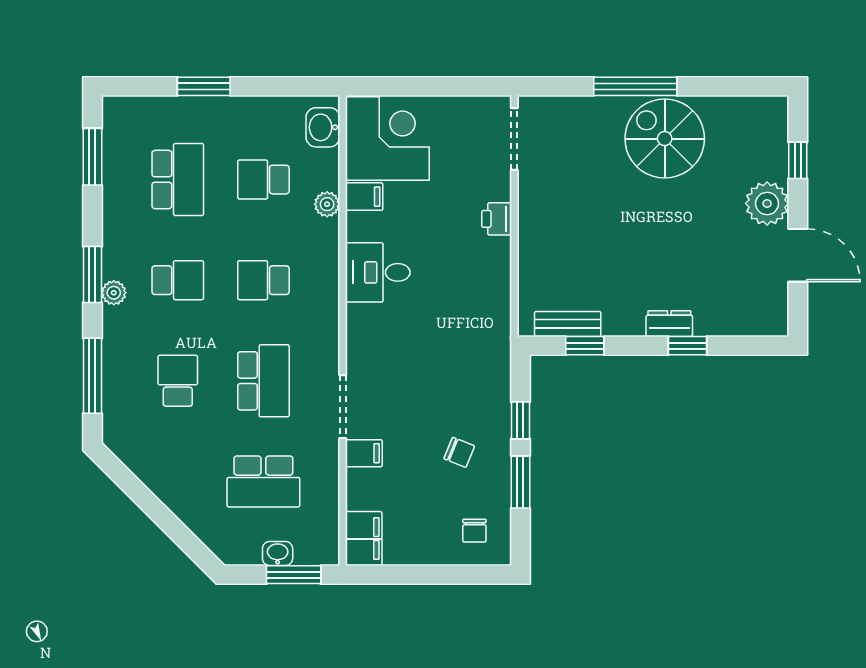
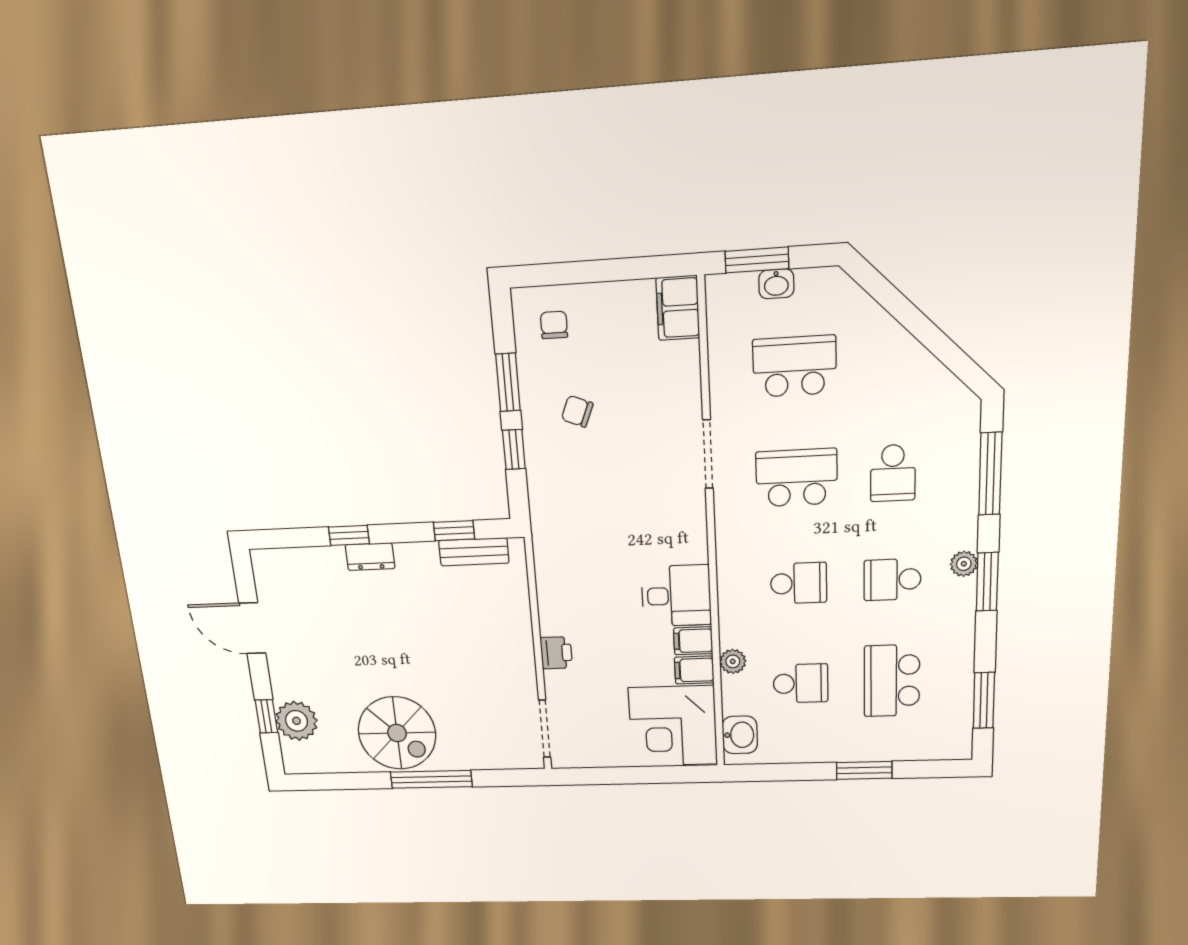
plant: (767, 203) -> (297, 721), moved
school desk: (263, 381) -> (797, 478), turned 90
filing cabinet: (364, 453) -> (693, 641), moved

